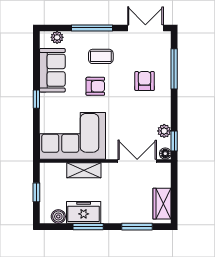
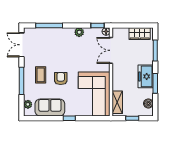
armchair: (145, 81) -> (57, 45), removed
plant: (164, 131) -> (79, 32), moved
shelving: (84, 170) -> (117, 102), moved
freezer: (84, 212) -> (146, 76), moved

